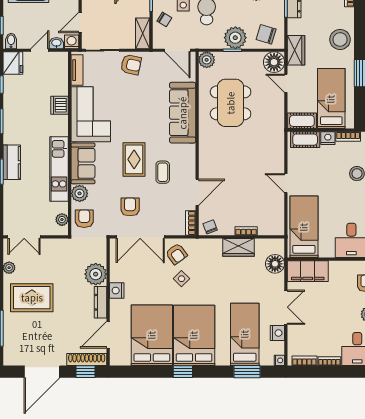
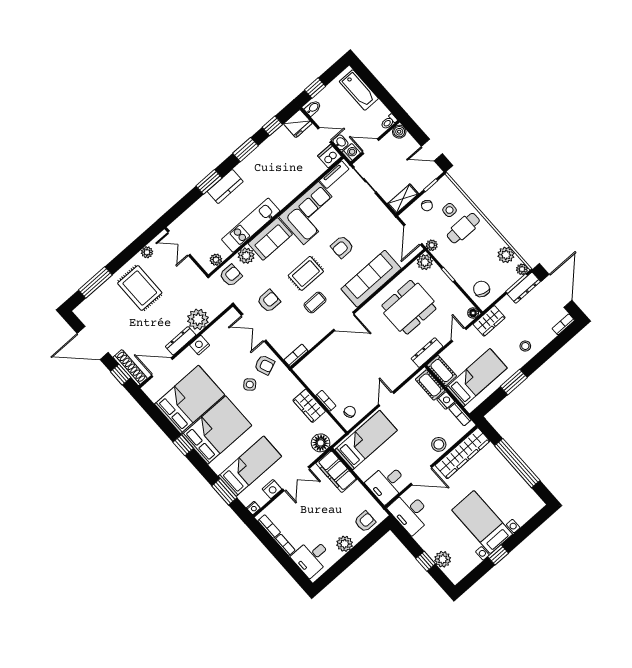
plant: (235, 38) -> (432, 245), moved, width x0.53, depth x0.53
stool: (340, 39) -> (525, 346), width x0.53, depth x0.53
floor lamp: (274, 62) -> (473, 313), width x0.53, depth x0.53
armchair: (131, 65) -> (342, 247), moved, turned 78
dishwasher: (60, 105) -> (330, 156), moved
dresser: (278, 120) -> (427, 353), added
door: (197, 192) -> (344, 321), moved
chair: (210, 227) -> (350, 412), moved
double door: (140, 237) -> (254, 328), width x0.73
armchair: (176, 254) -> (265, 365), turned -76

